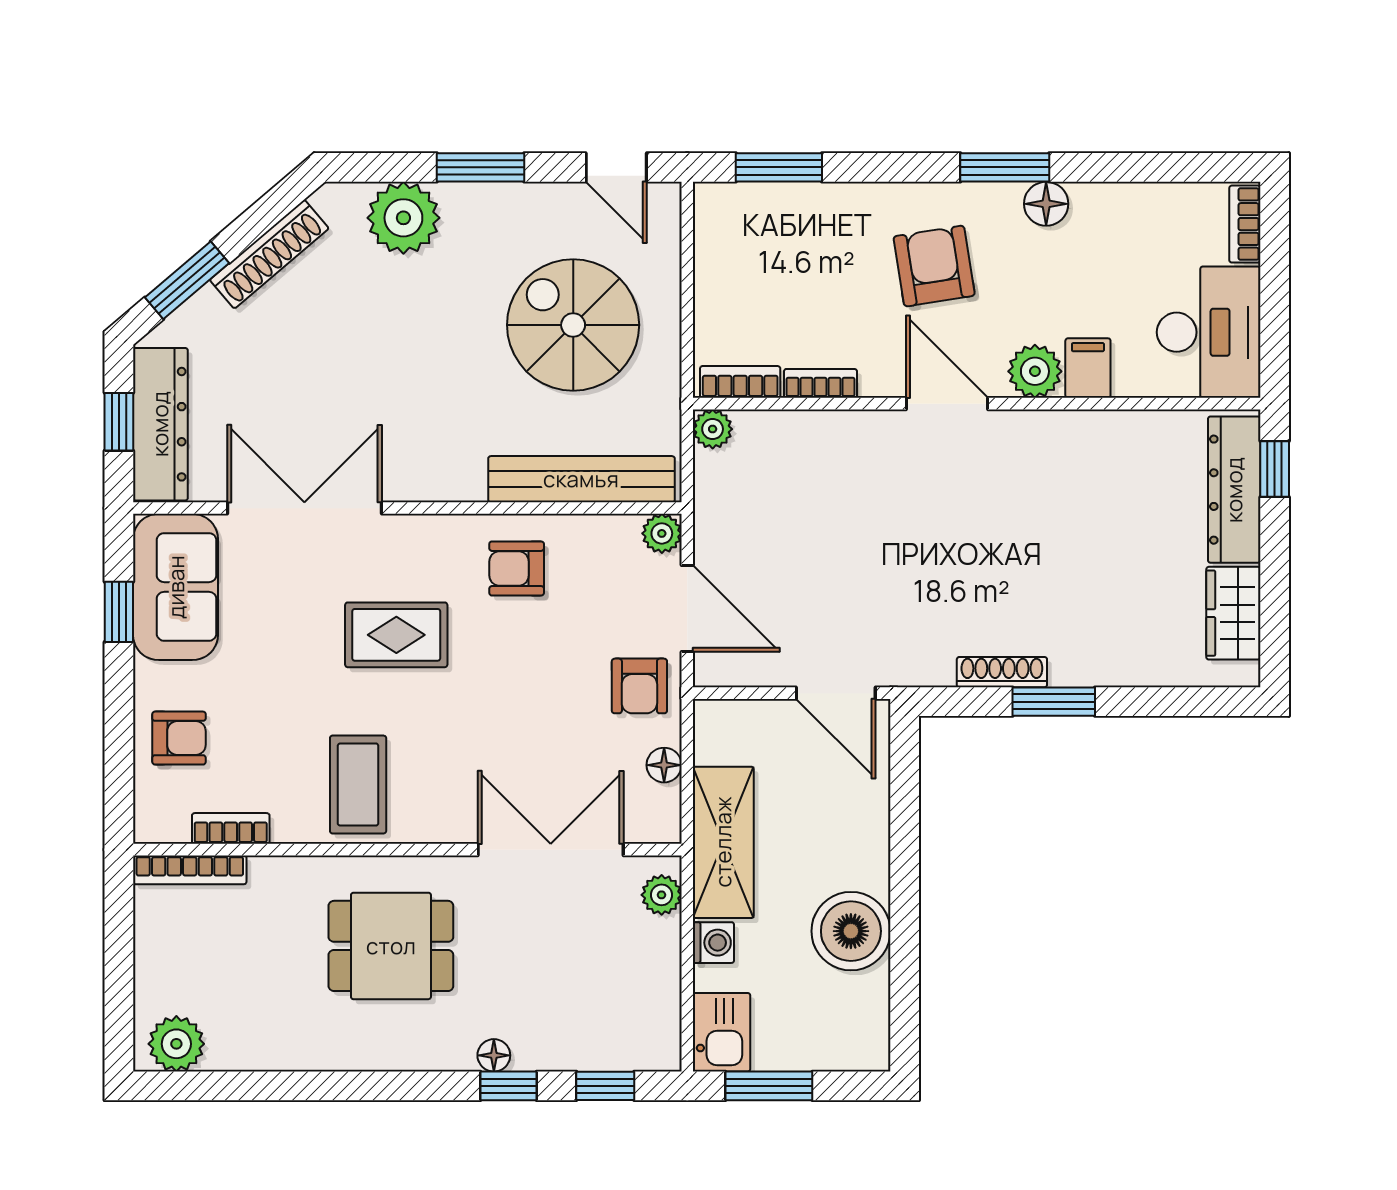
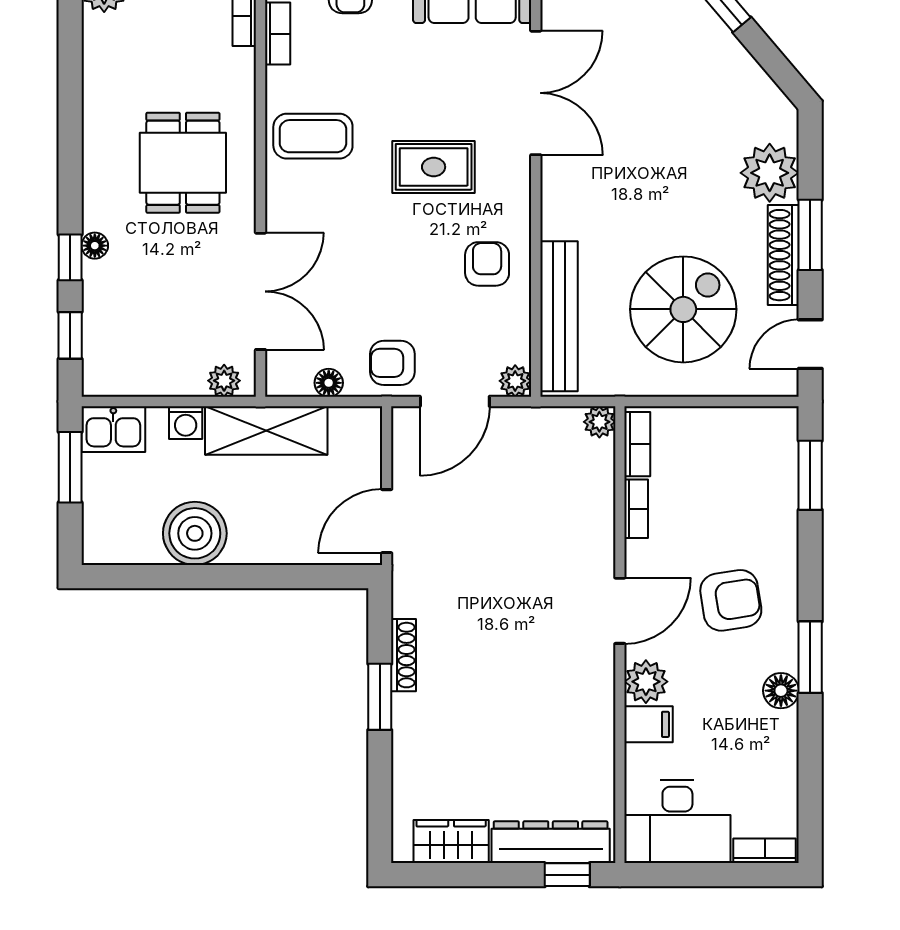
shoe rack: (269, 254) -> (783, 255), moved, turned 40
rug: (396, 635) -> (434, 167), turned 90

